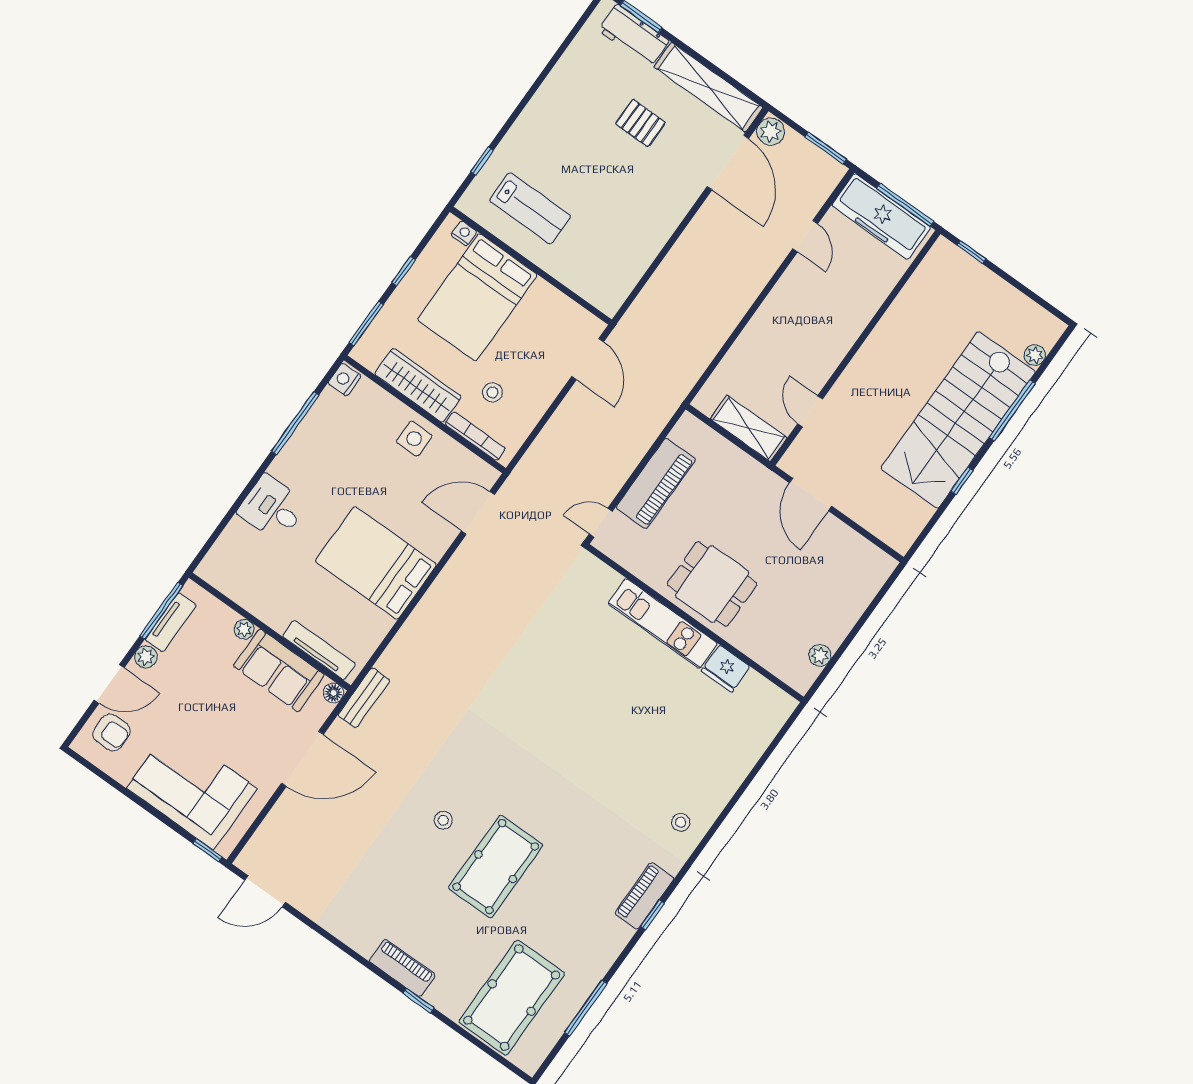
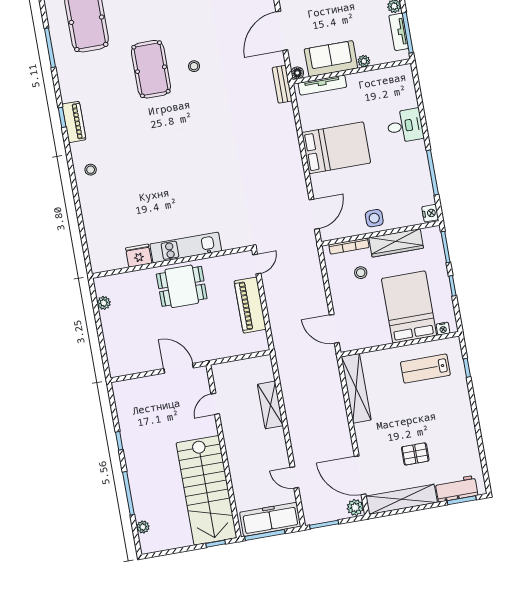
shelving: (632, 266) -> (356, 388), added
door: (810, 412) -> (215, 404), swing flipped
stairs: (958, 420) -> (206, 490), moved, turned 180
shelving: (749, 428) -> (270, 405), moved, turned 90

